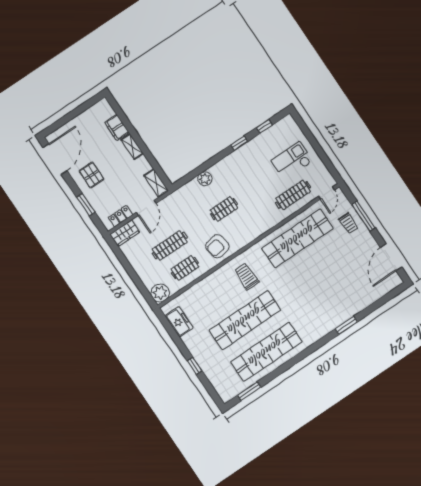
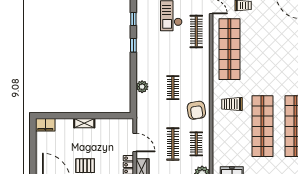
filing cabinet: (117, 127) -> (45, 125), moved
shelving: (156, 183) -> (122, 124), removed

